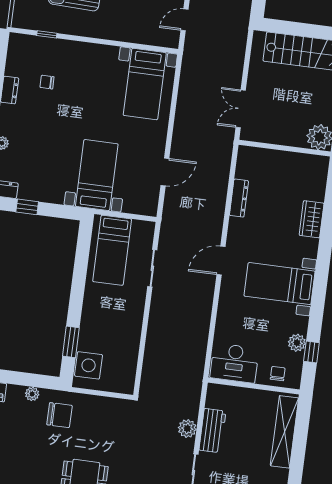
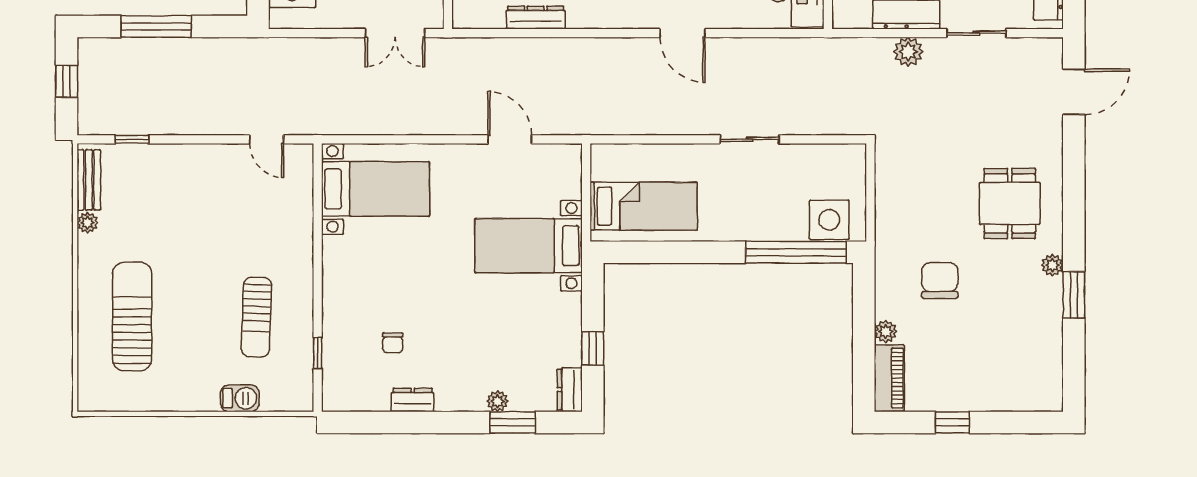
door: (221, 261) -> (682, 33), moved
sliding door: (152, 268) -> (750, 139), moved
window: (71, 342) -> (796, 252), width x2.11
plant: (32, 394) -> (886, 331), moved
chair: (59, 415) -> (940, 280), moved

